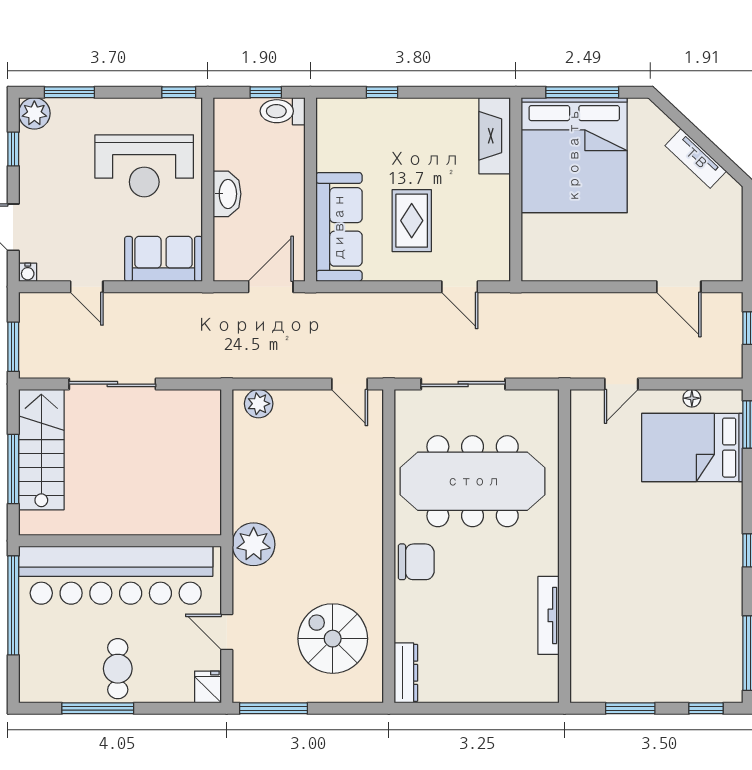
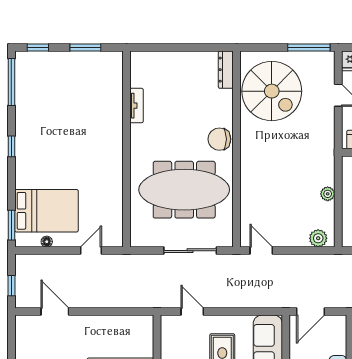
plant: (254, 544) -> (328, 194), moved, width x0.53, depth x0.53
tv unit: (548, 615) -> (137, 106), width x0.71
spiral stairs: (333, 639) -> (272, 91), width x1.37, depth x1.37

